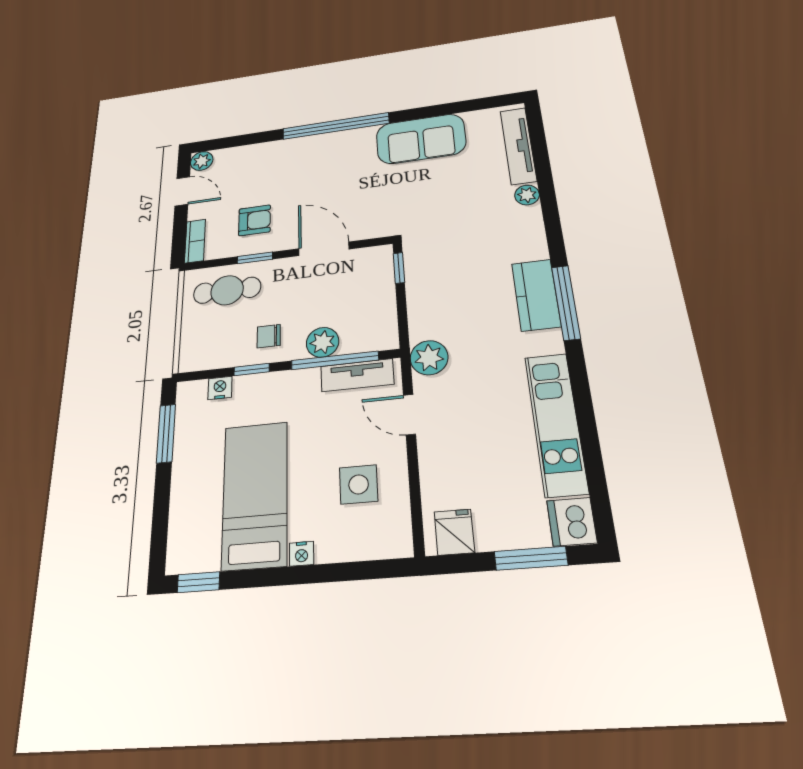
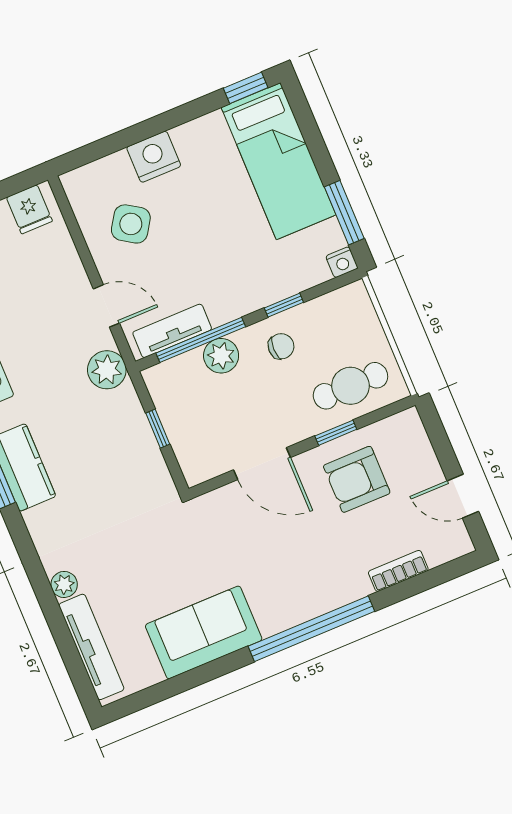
plant: (202, 161) -> (458, 543), removed
armchair: (255, 220) -> (357, 479), width x1.38, depth x1.38
bookcase: (195, 241) -> (398, 571), moved, turned 90
window: (399, 268) -> (158, 429), moved
nightstand: (220, 388) -> (342, 262), moved
side table: (359, 484) -> (131, 224), turned 33
bed: (255, 494) -> (279, 161), moved
nightstand: (302, 554) -> (154, 157), width x1.89, depth x1.79

